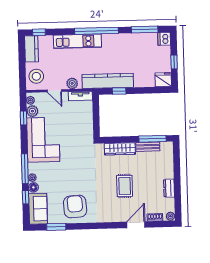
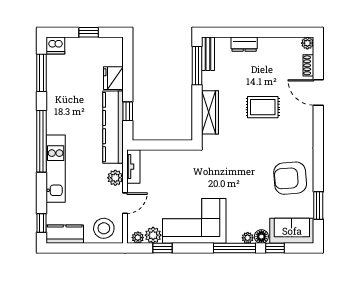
fridge: (163, 80) -> (113, 78), moved
bench: (148, 147) -> (208, 54), moved
dresser: (169, 188) -> (244, 44), moved

